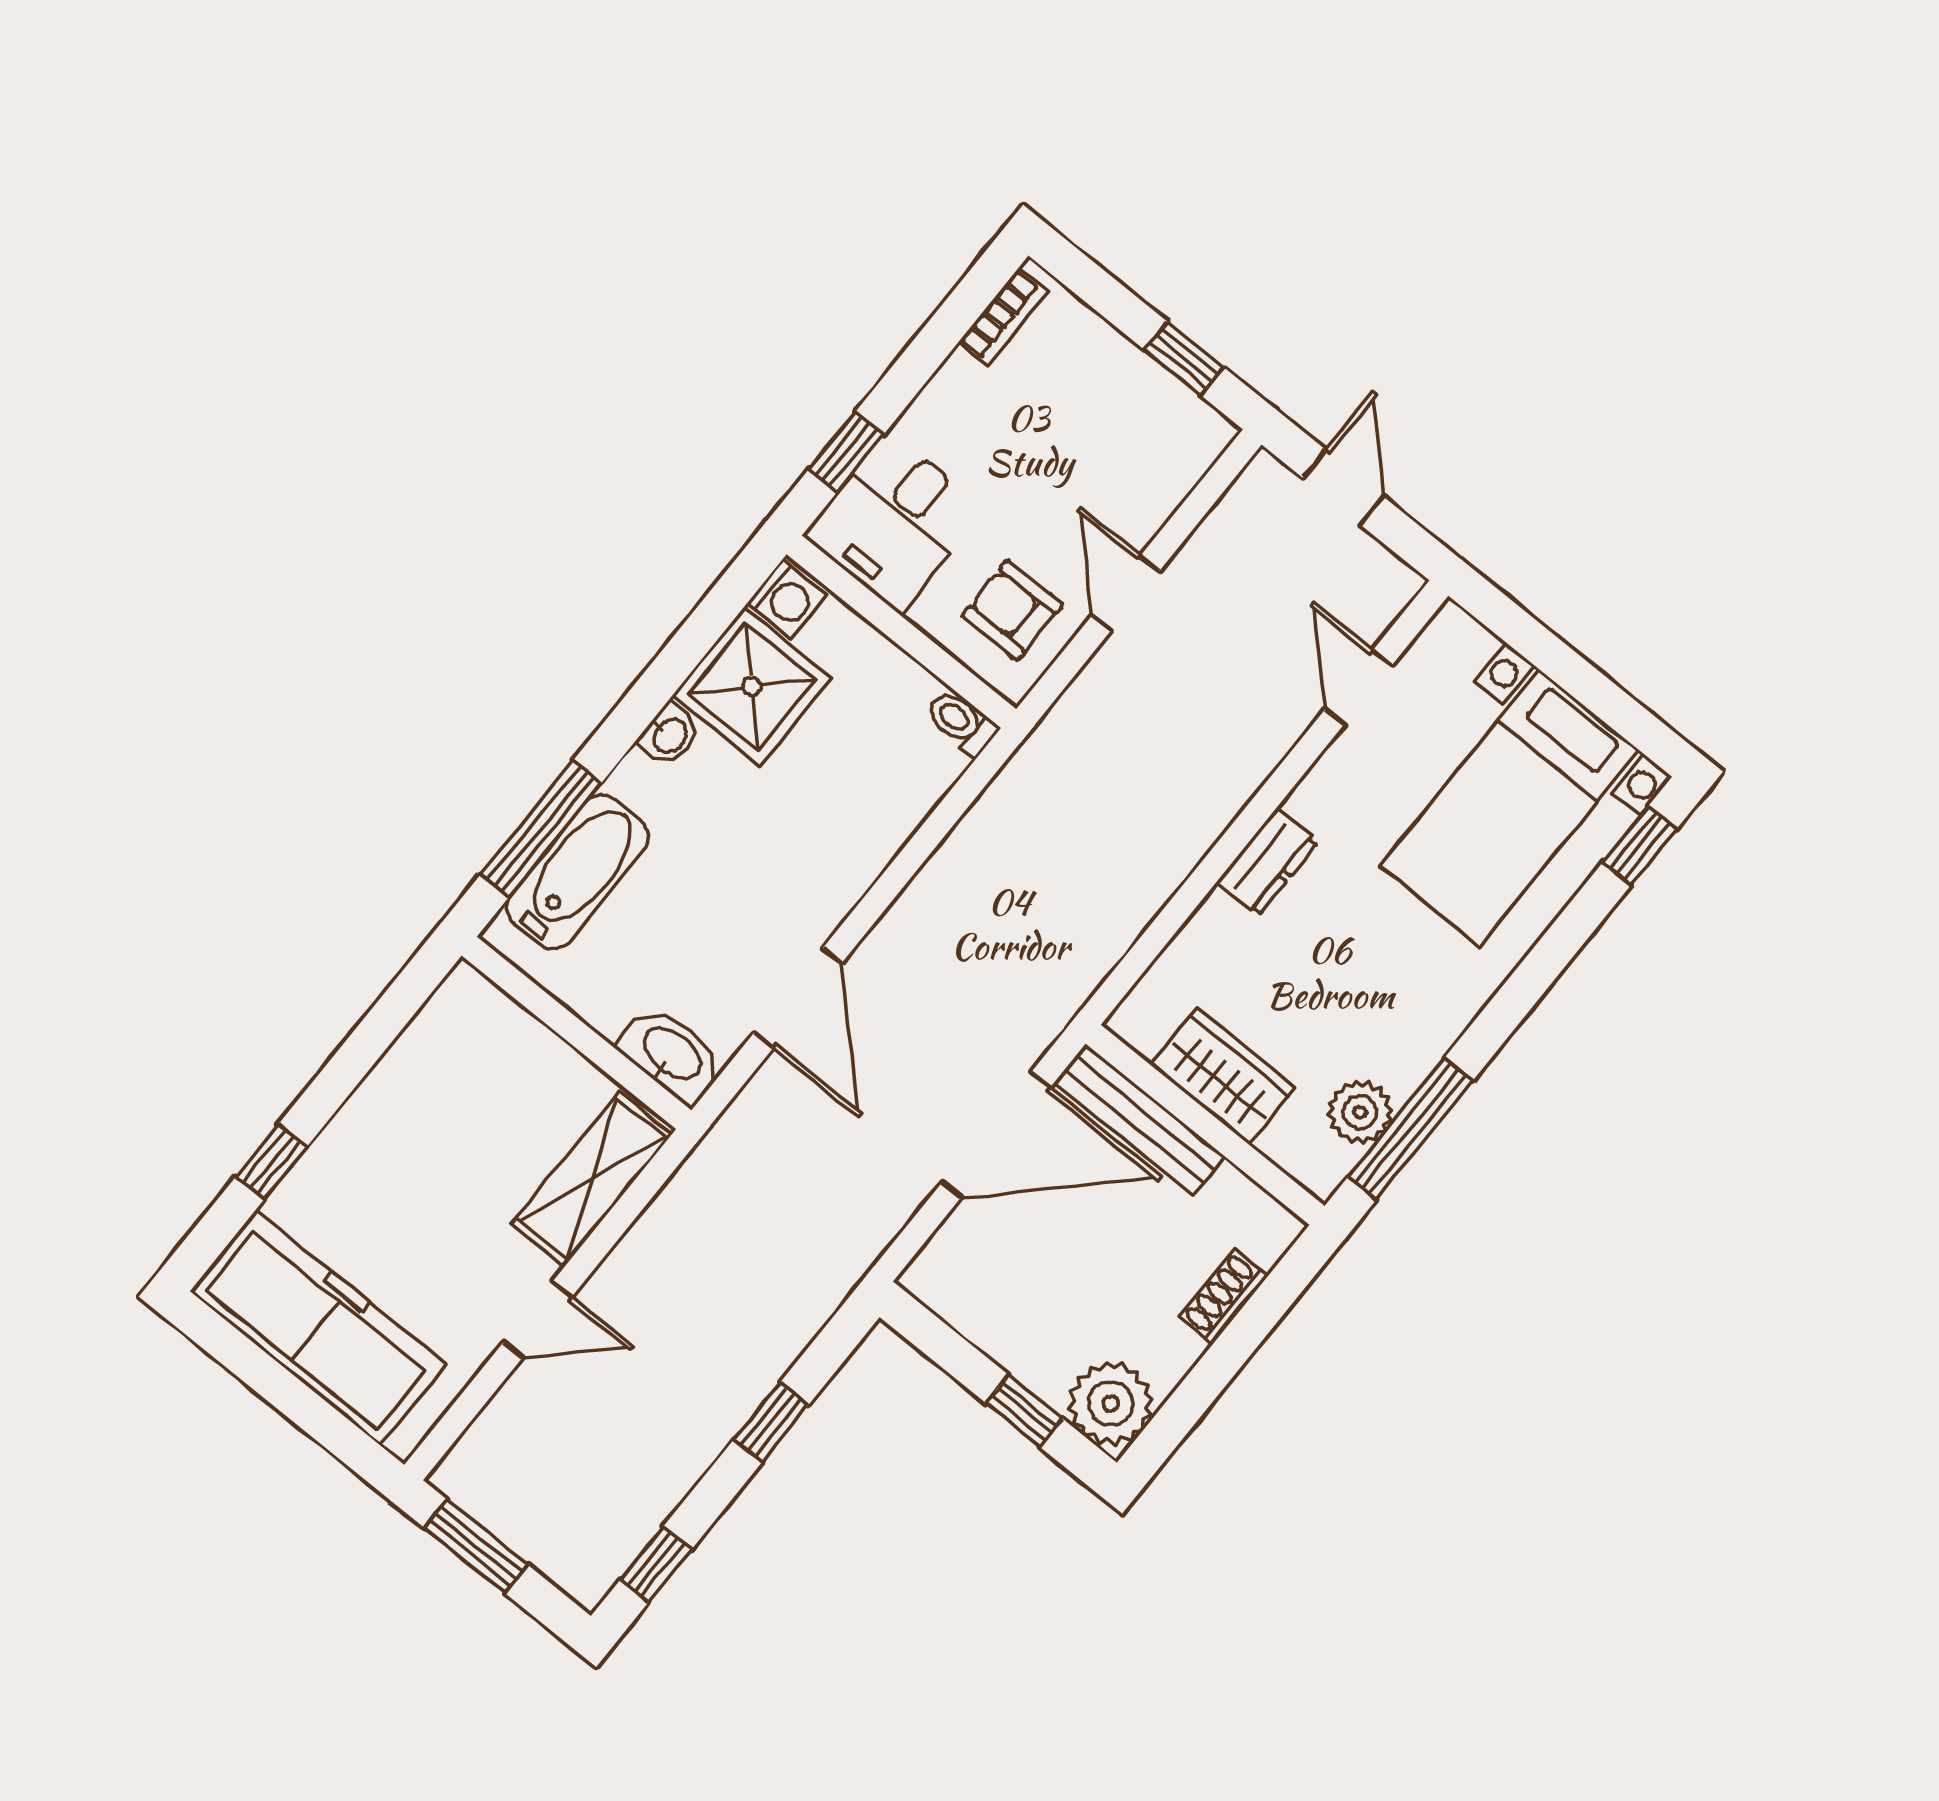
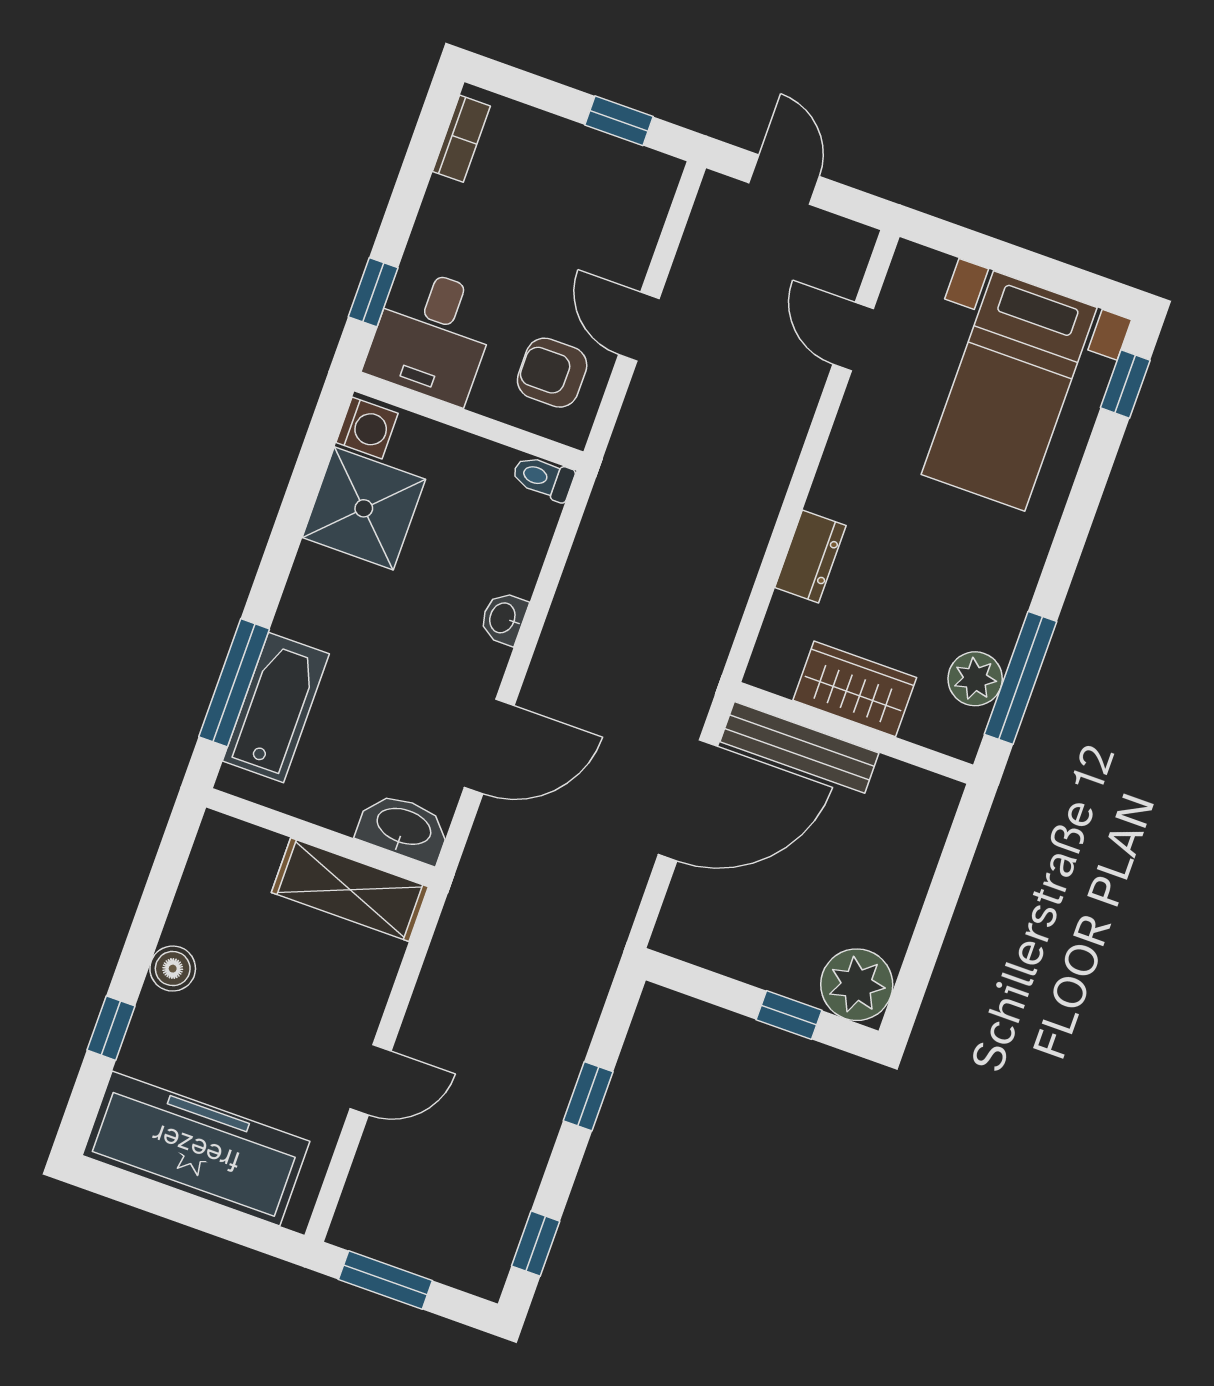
washbasin: (669, 735) -> (503, 618), moved, turned 180
dresser: (1268, 862) -> (810, 557), moved
door: (798, 998) -> (489, 746), hinge flipped
boiler: (362, 1120) -> (173, 969), added
shelving: (592, 1179) -> (350, 890), moved, turned 90
shoe rack: (1224, 1296) -> (917, 866), removed

